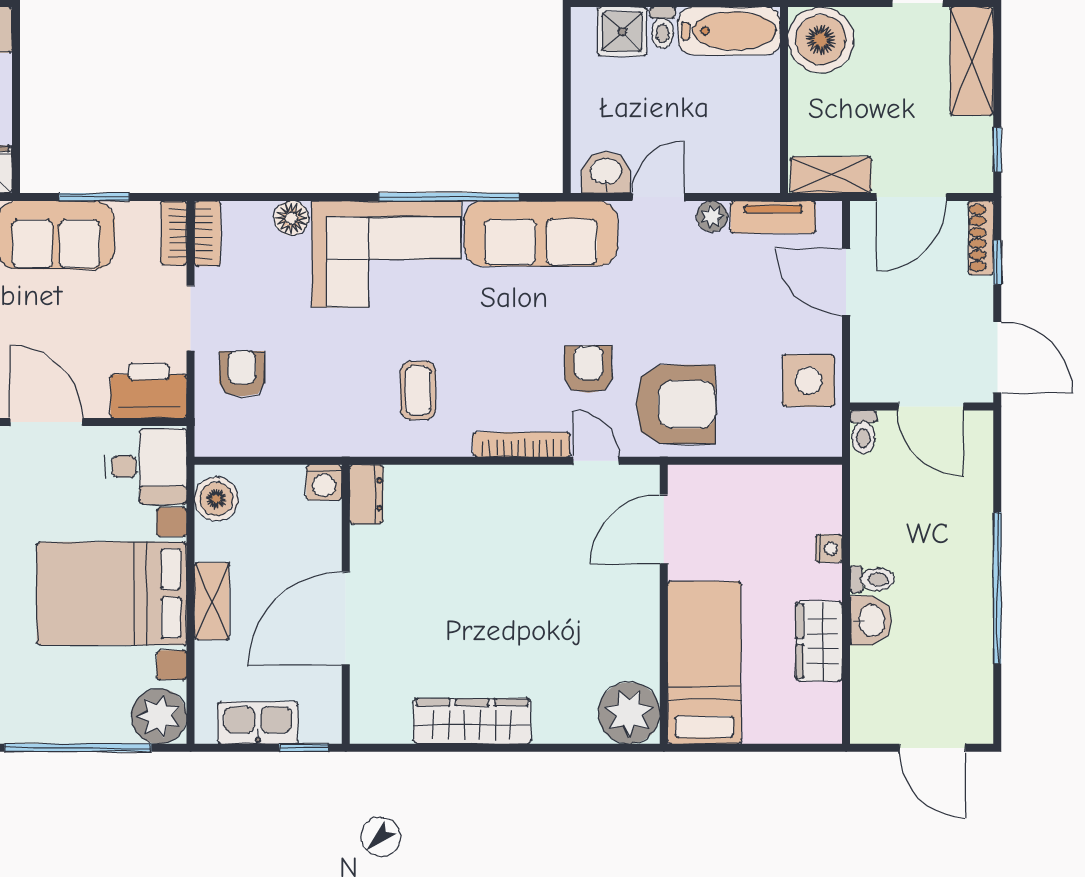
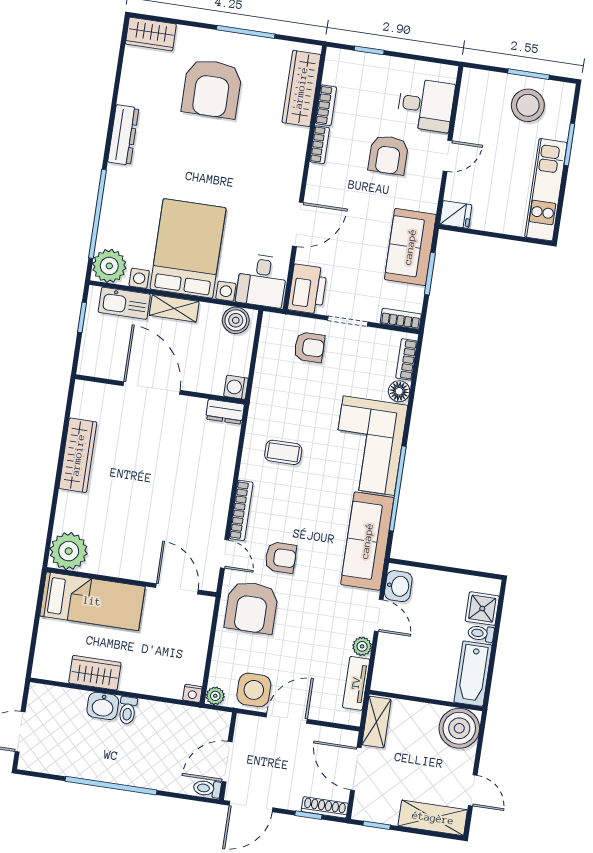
bookcase: (208, 234) -> (406, 359), moved, turned 90
door: (846, 282) -> (287, 718), moved
toilet: (863, 432) -> (207, 788), moved
plant: (827, 441) -> (215, 696), added
door: (596, 461) -> (225, 554), hinge flipped
nightstand: (829, 549) -> (193, 693), moved
kitchen sink: (258, 723) -> (124, 303), moved, turned 90
window: (304, 748) -> (82, 317), moved

